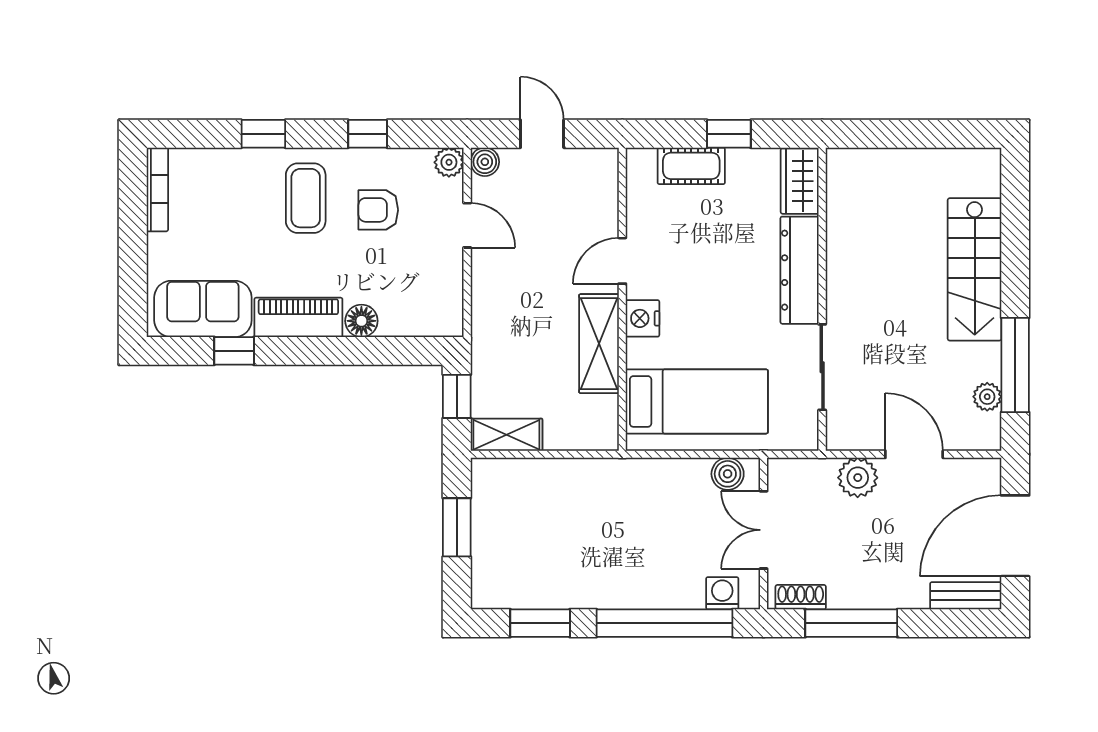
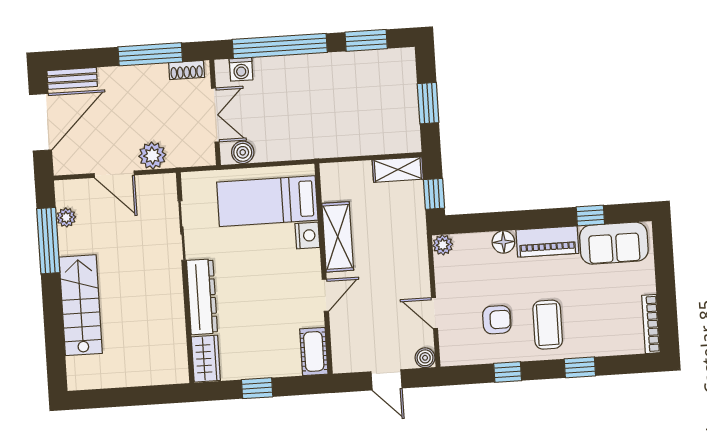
plant: (449, 162) -> (443, 245), moved
cot: (691, 166) -> (314, 351), moved, turned 90
nightstand: (642, 318) -> (307, 235), moved

